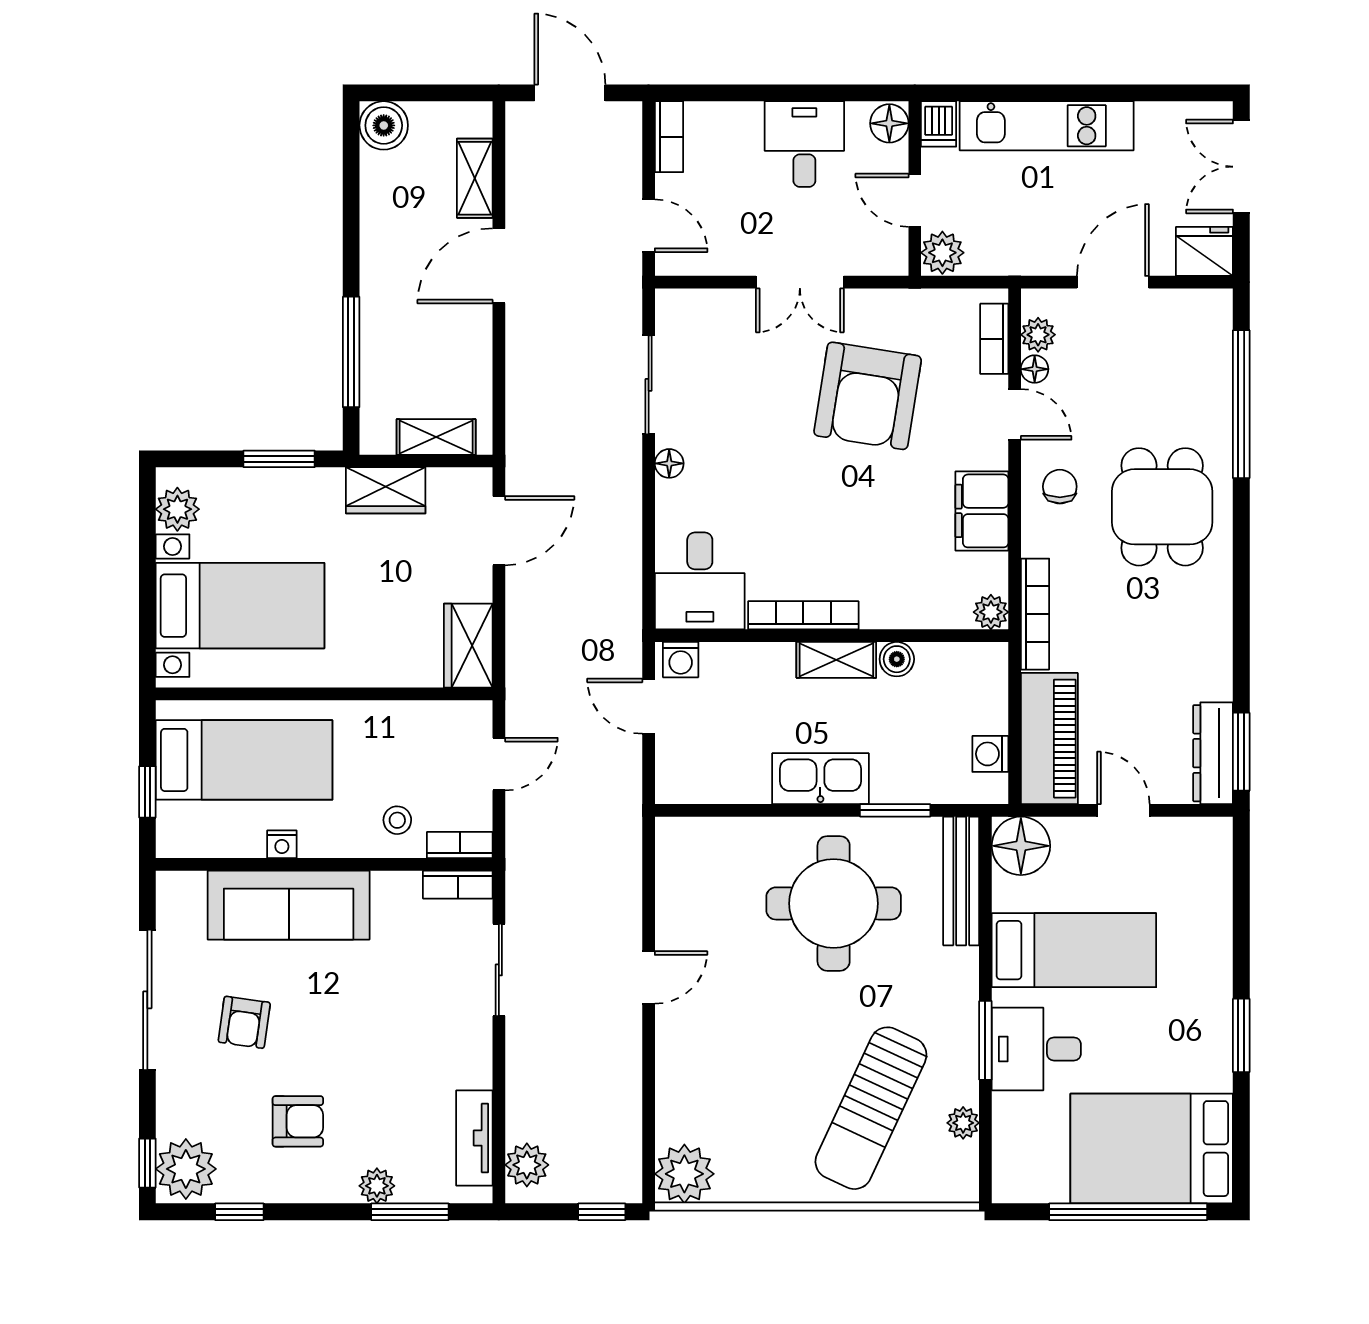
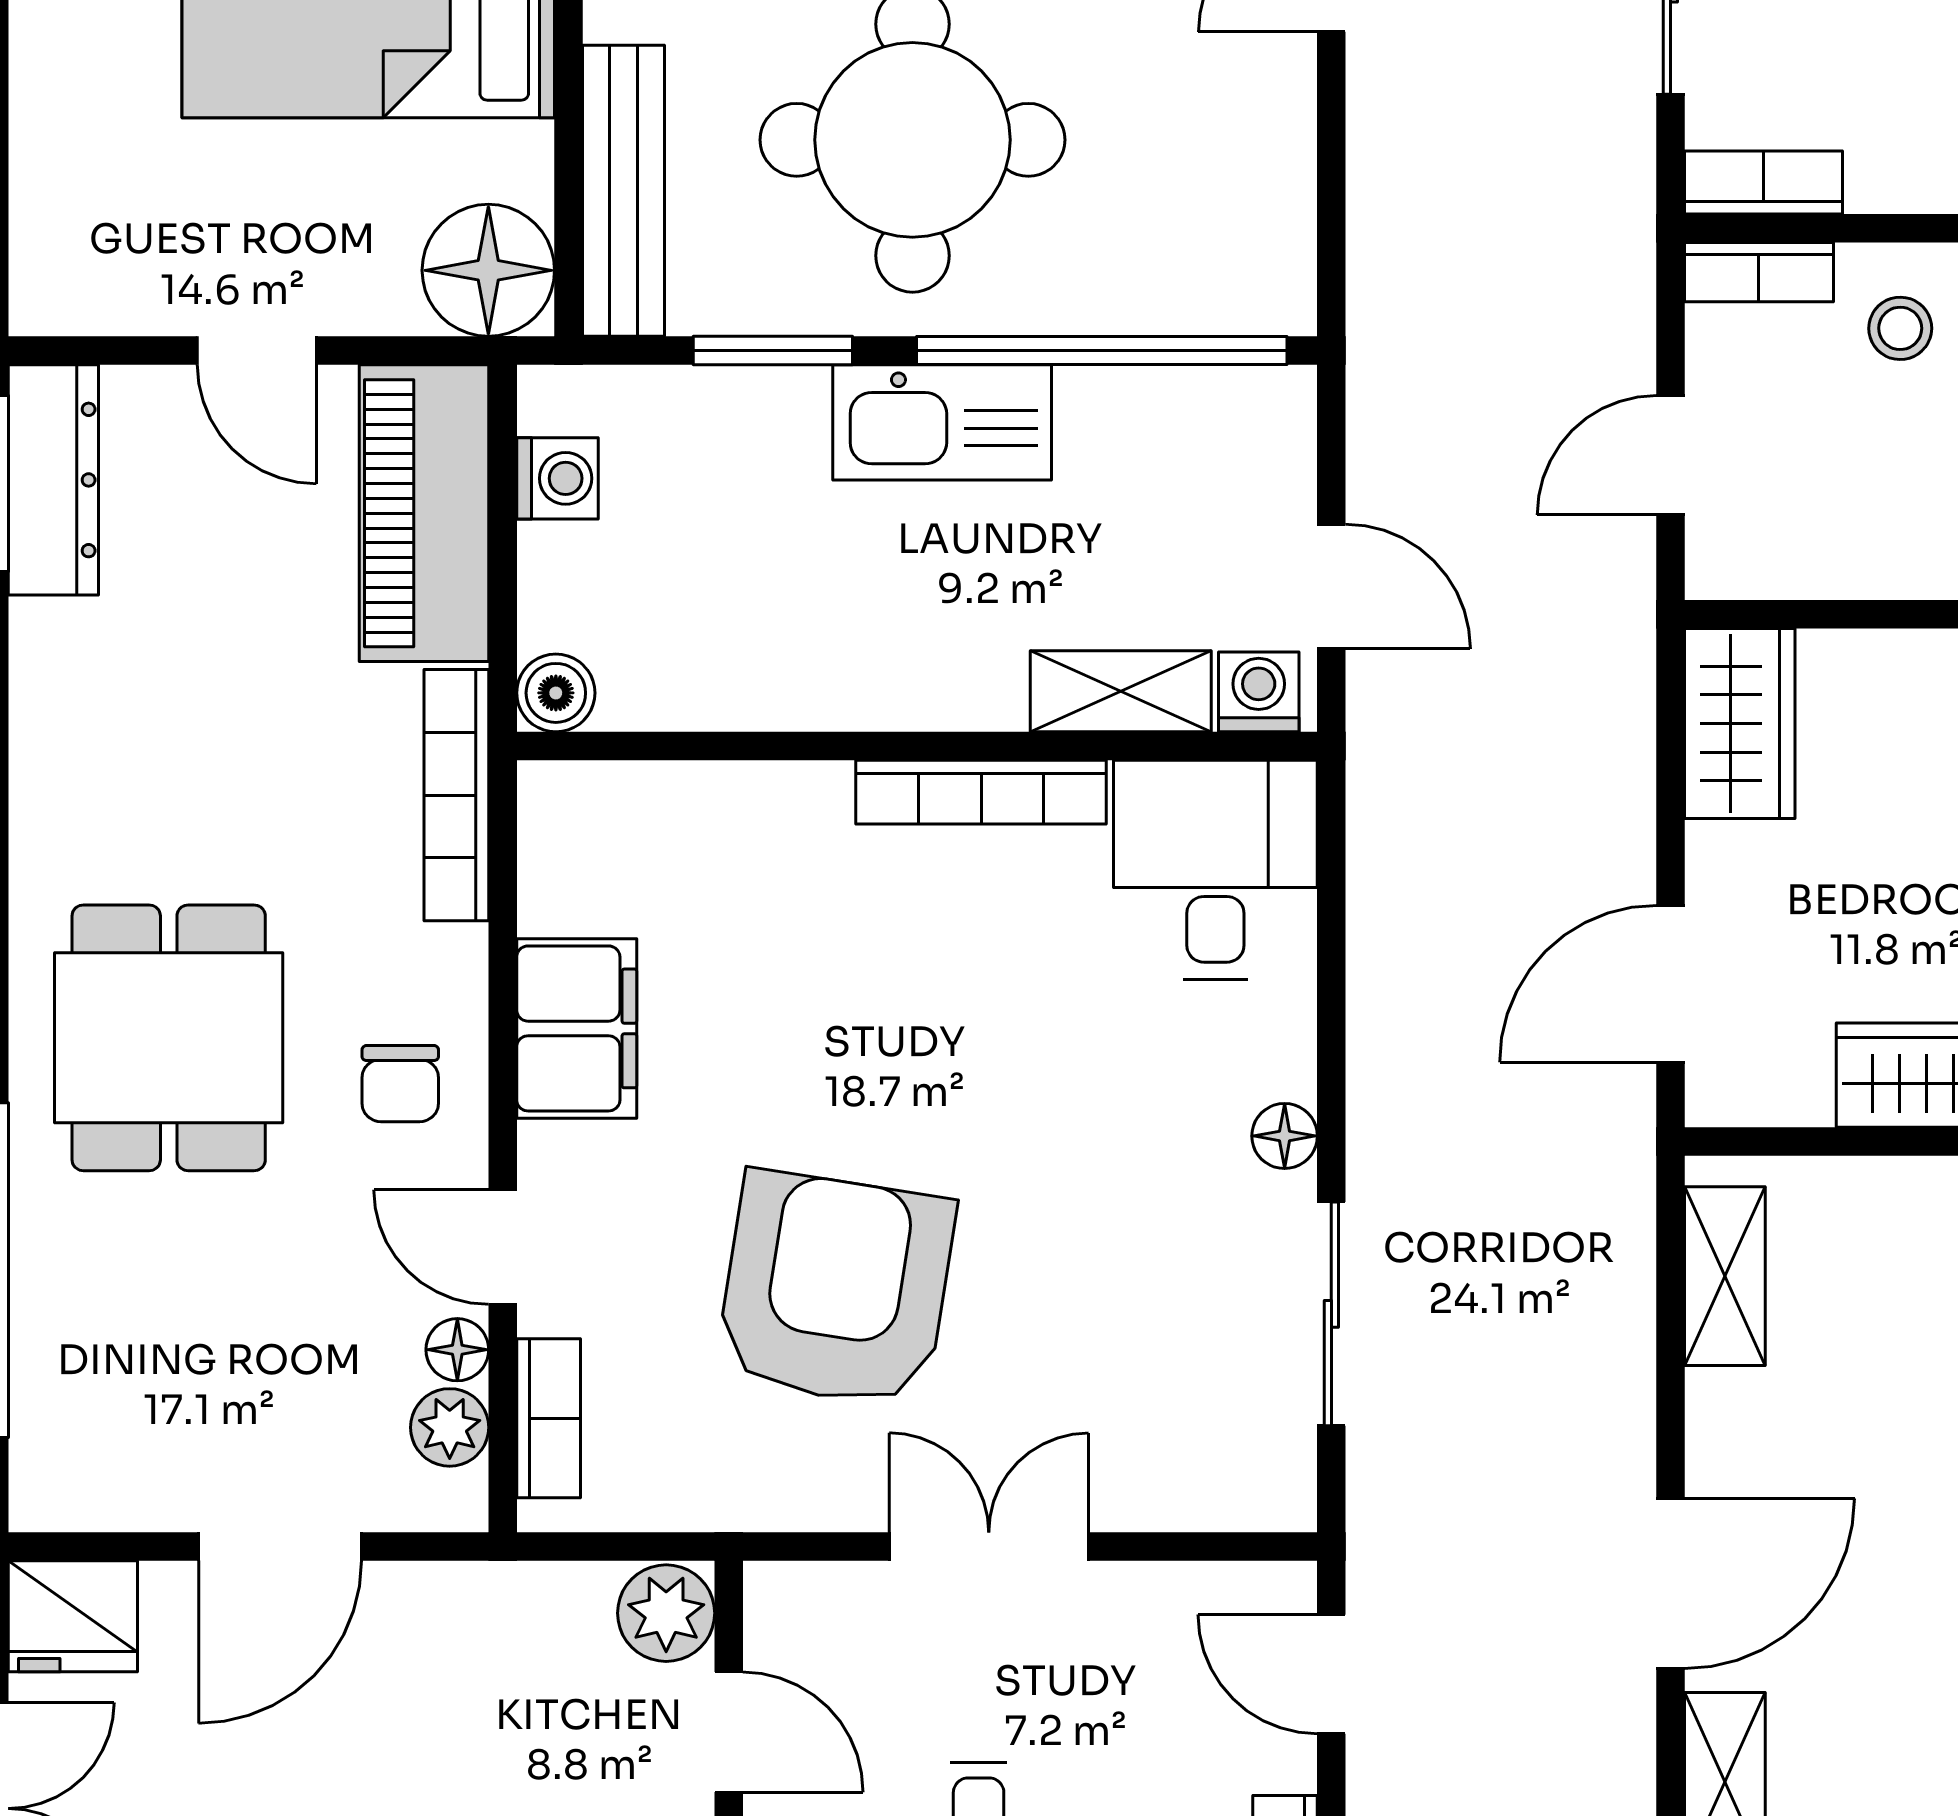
shelving: (436, 437) -> (1725, 1276), moved, turned 90
plant: (991, 612) -> (556, 800), removed
boiler: (897, 659) -> (556, 693), moved
shelving: (836, 660) -> (1121, 691), moved
window: (750, 810) -> (1102, 351), added

